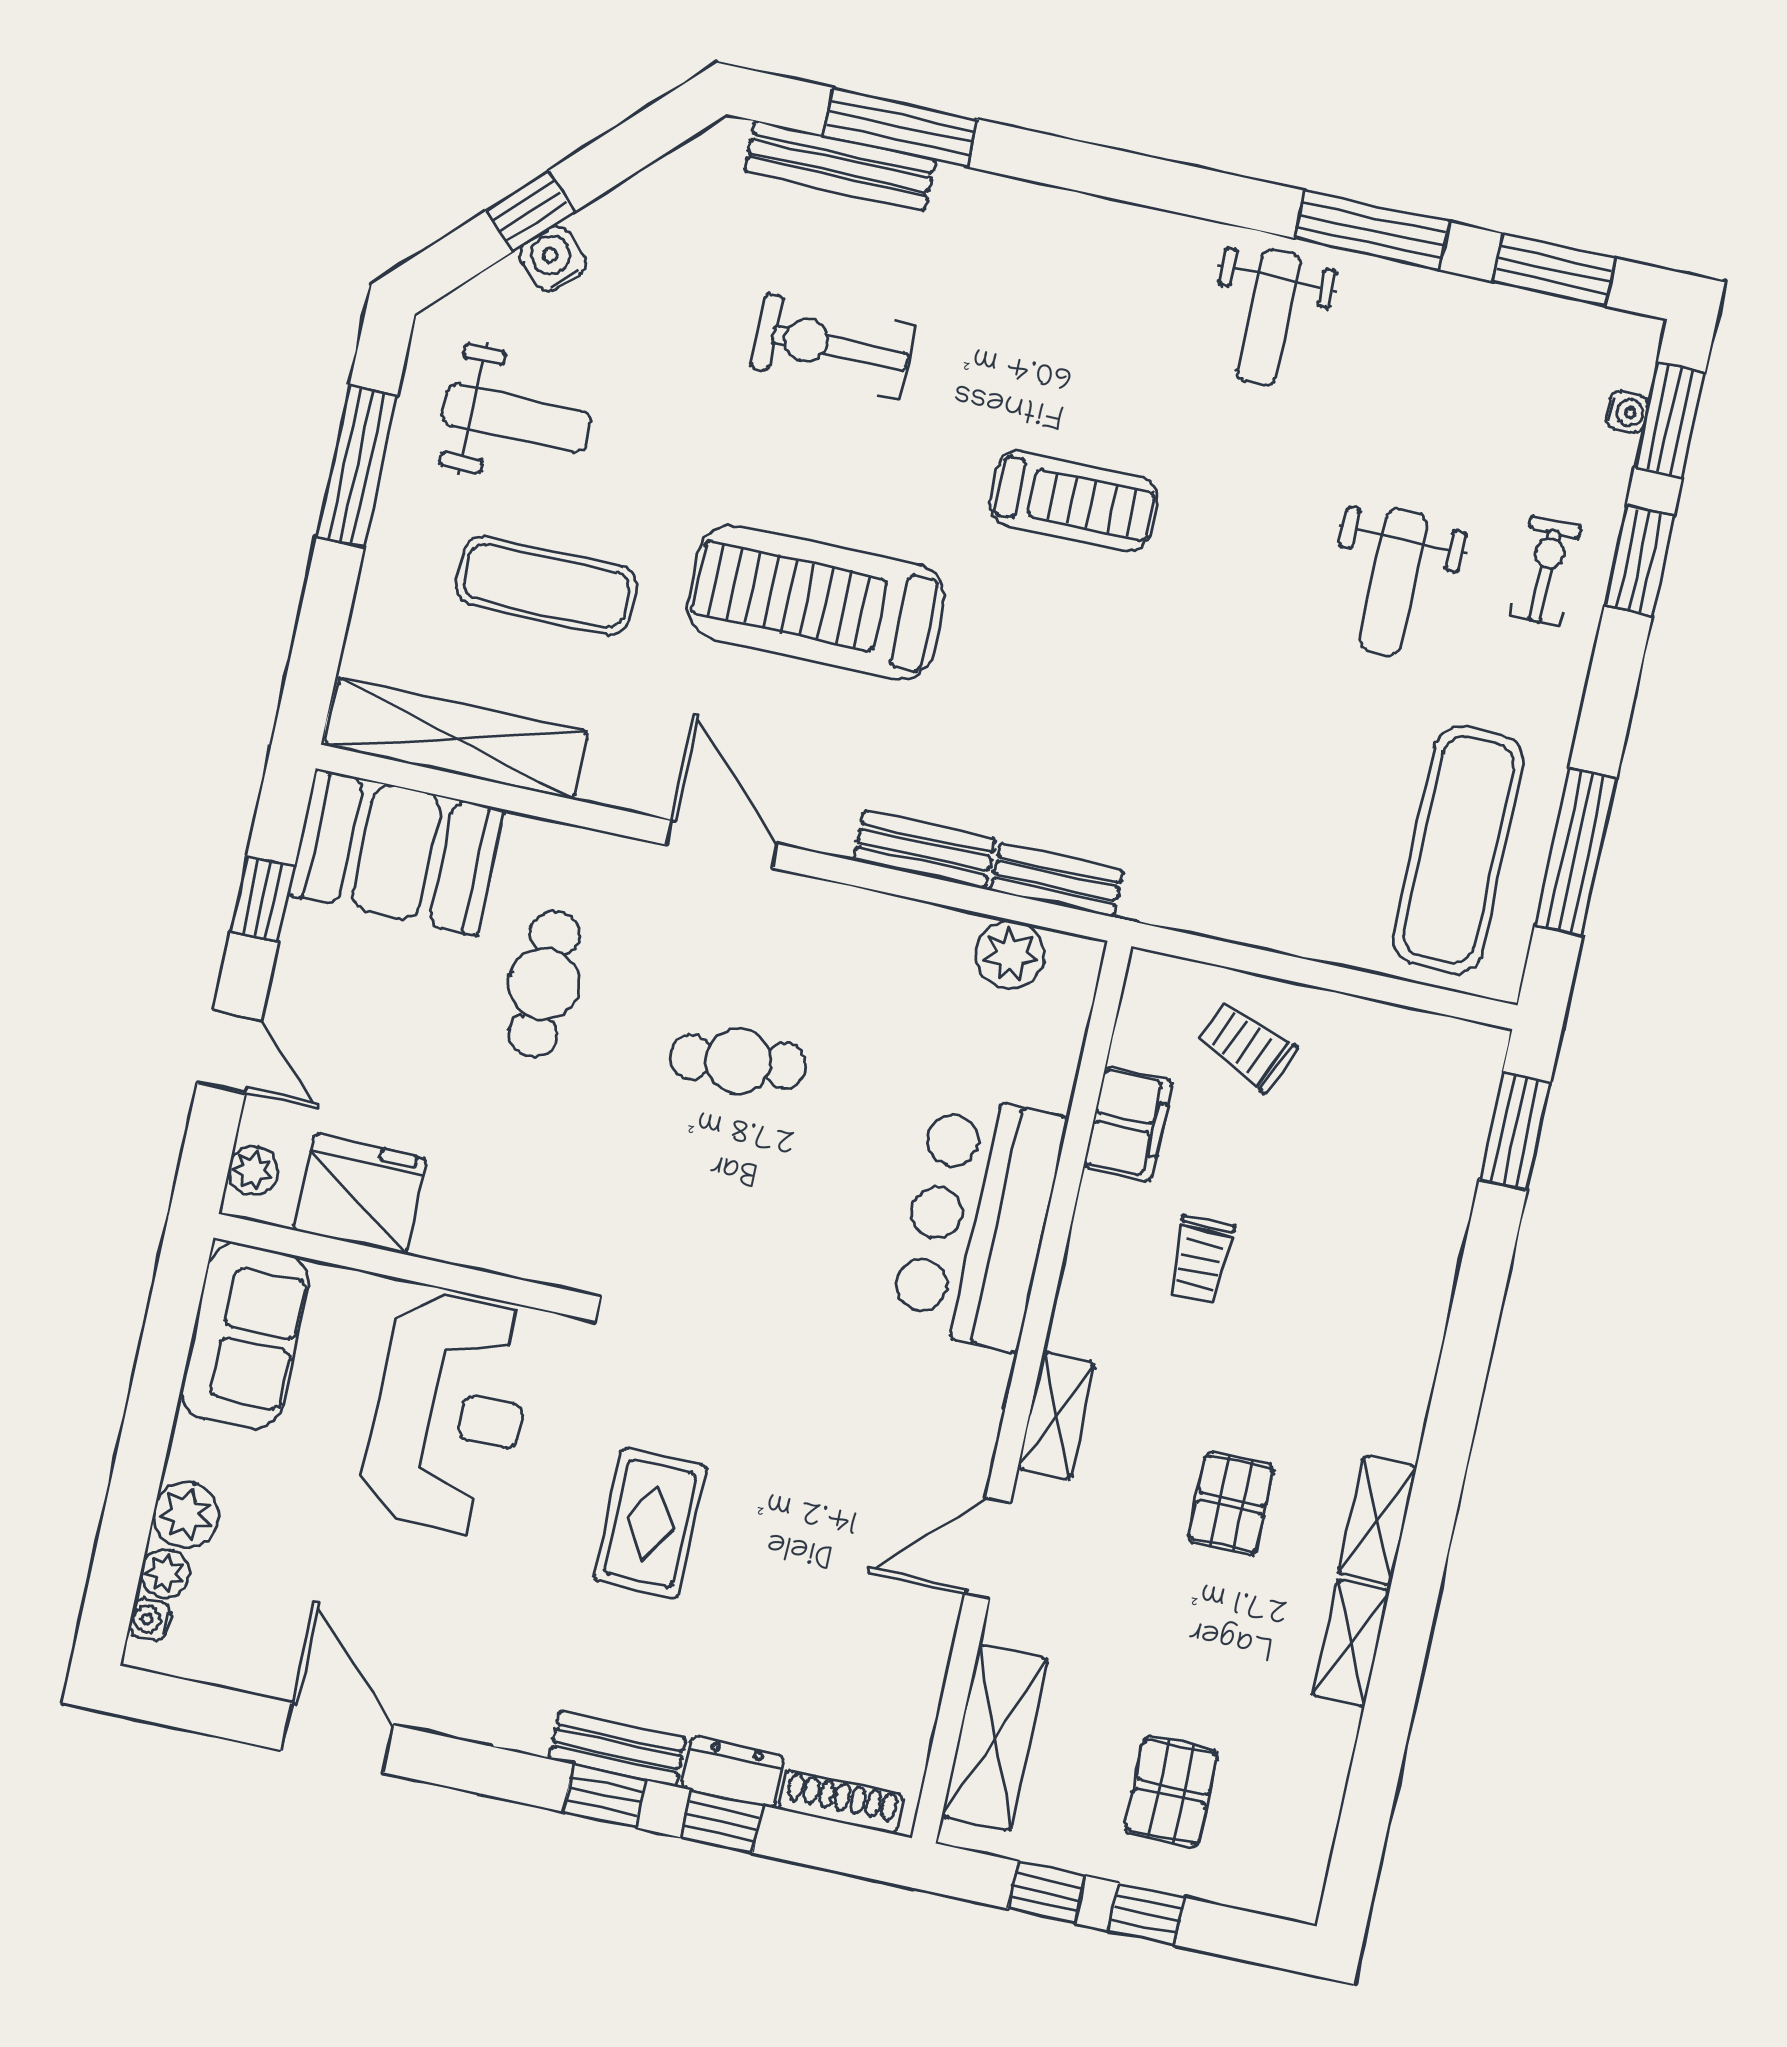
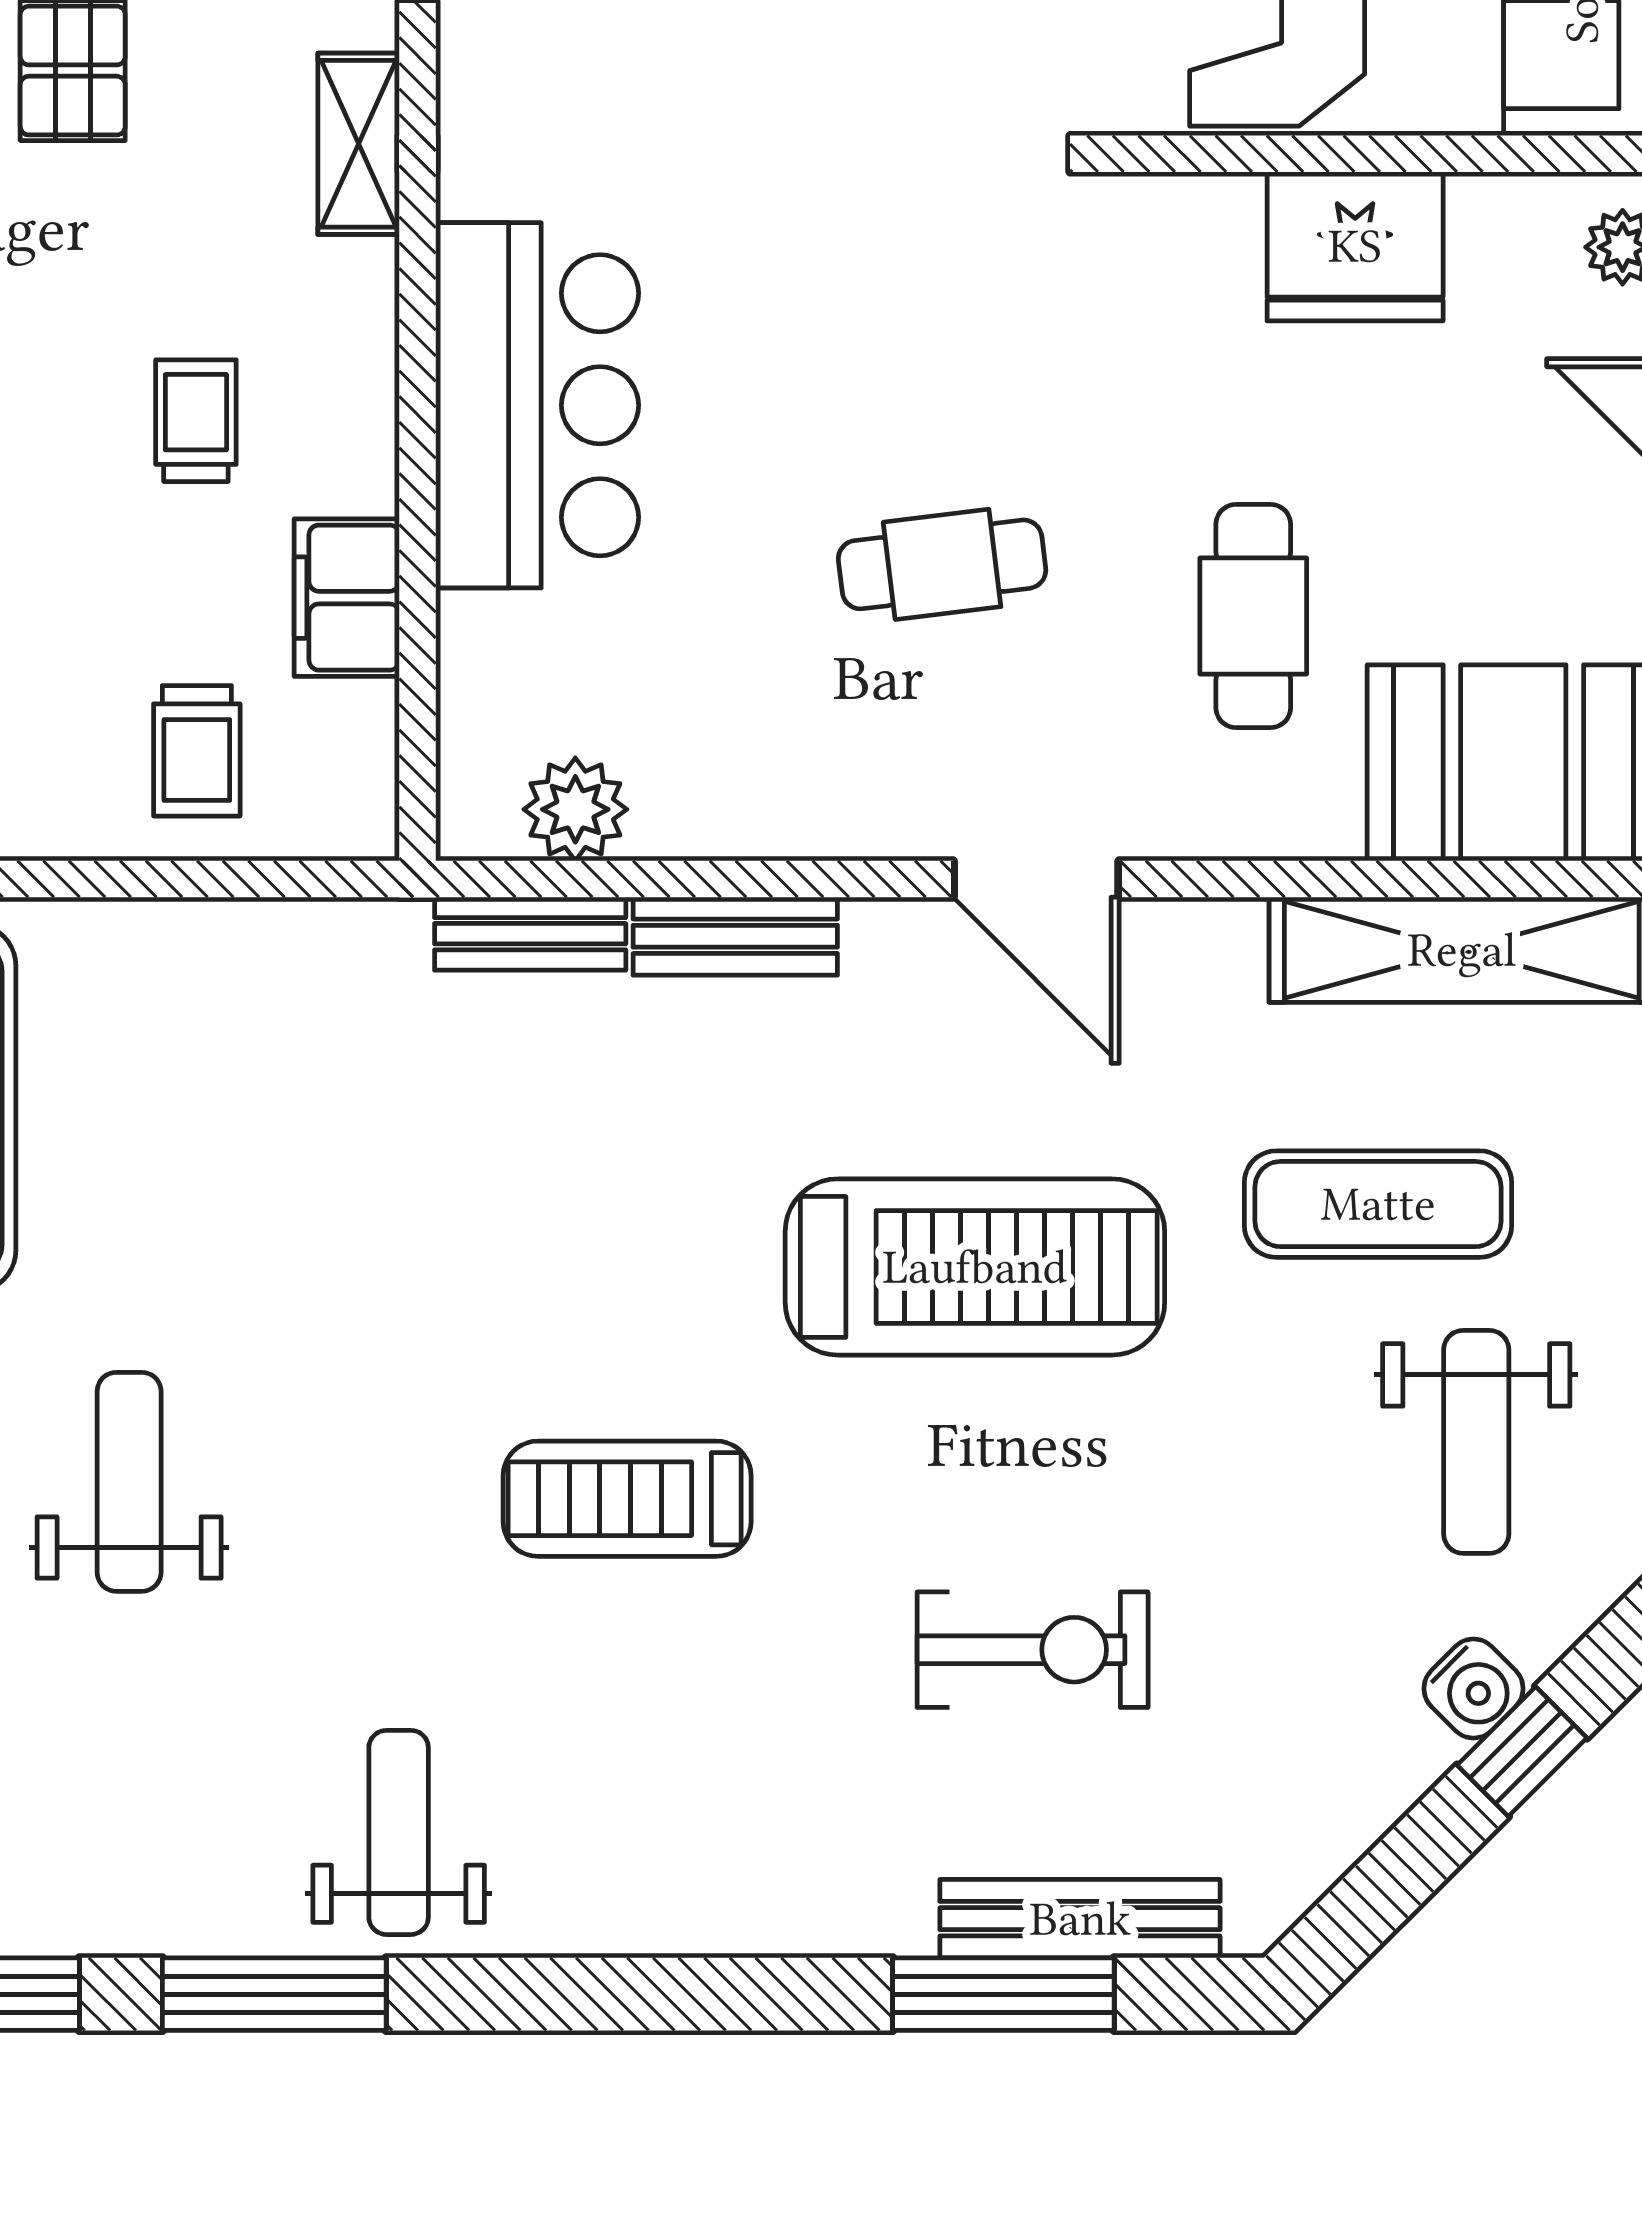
weight bench: (516, 418) -> (1476, 1442), turned -90
trolley: (1247, 1046) -> (197, 751), turned 66
fridge: (360, 1194) -> (1355, 246), moved

